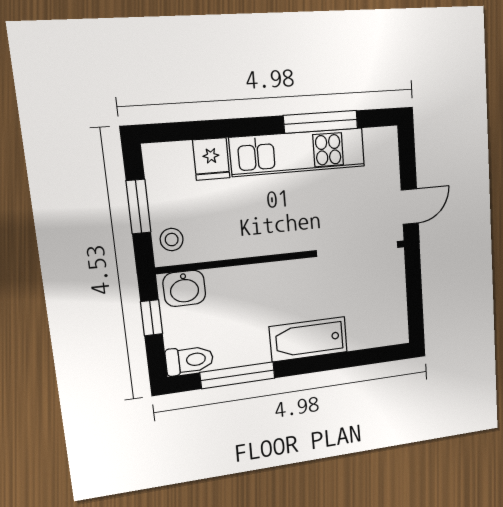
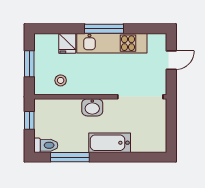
window: (321, 122) -> (104, 29), moved
door: (410, 207) -> (171, 60), moved
stool: (172, 240) -> (61, 80), moved
washbasin: (184, 288) -> (92, 107), moved

